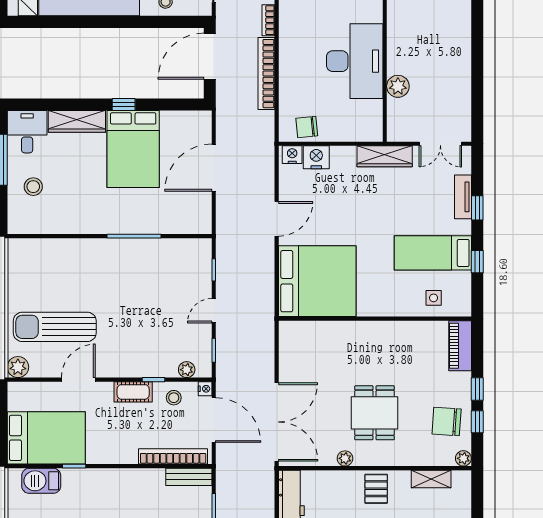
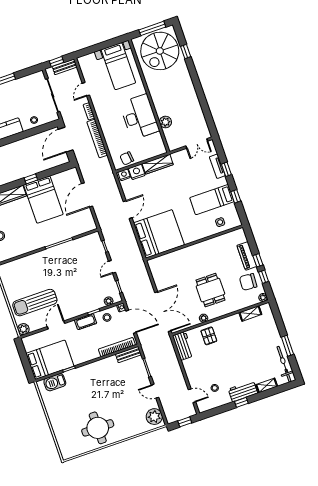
wardrobe: (385, 156) -> (158, 164), moved
piano: (460, 346) -> (247, 256), moved
pallet: (376, 489) -> (209, 336), moved

